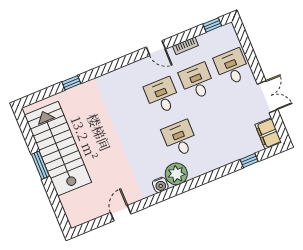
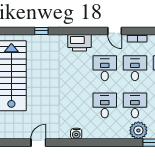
printer: (121, 78) -> (80, 43), added
desk: (215, 124) -> (135, 105), added
plant: (176, 174) -> (138, 130), moved

